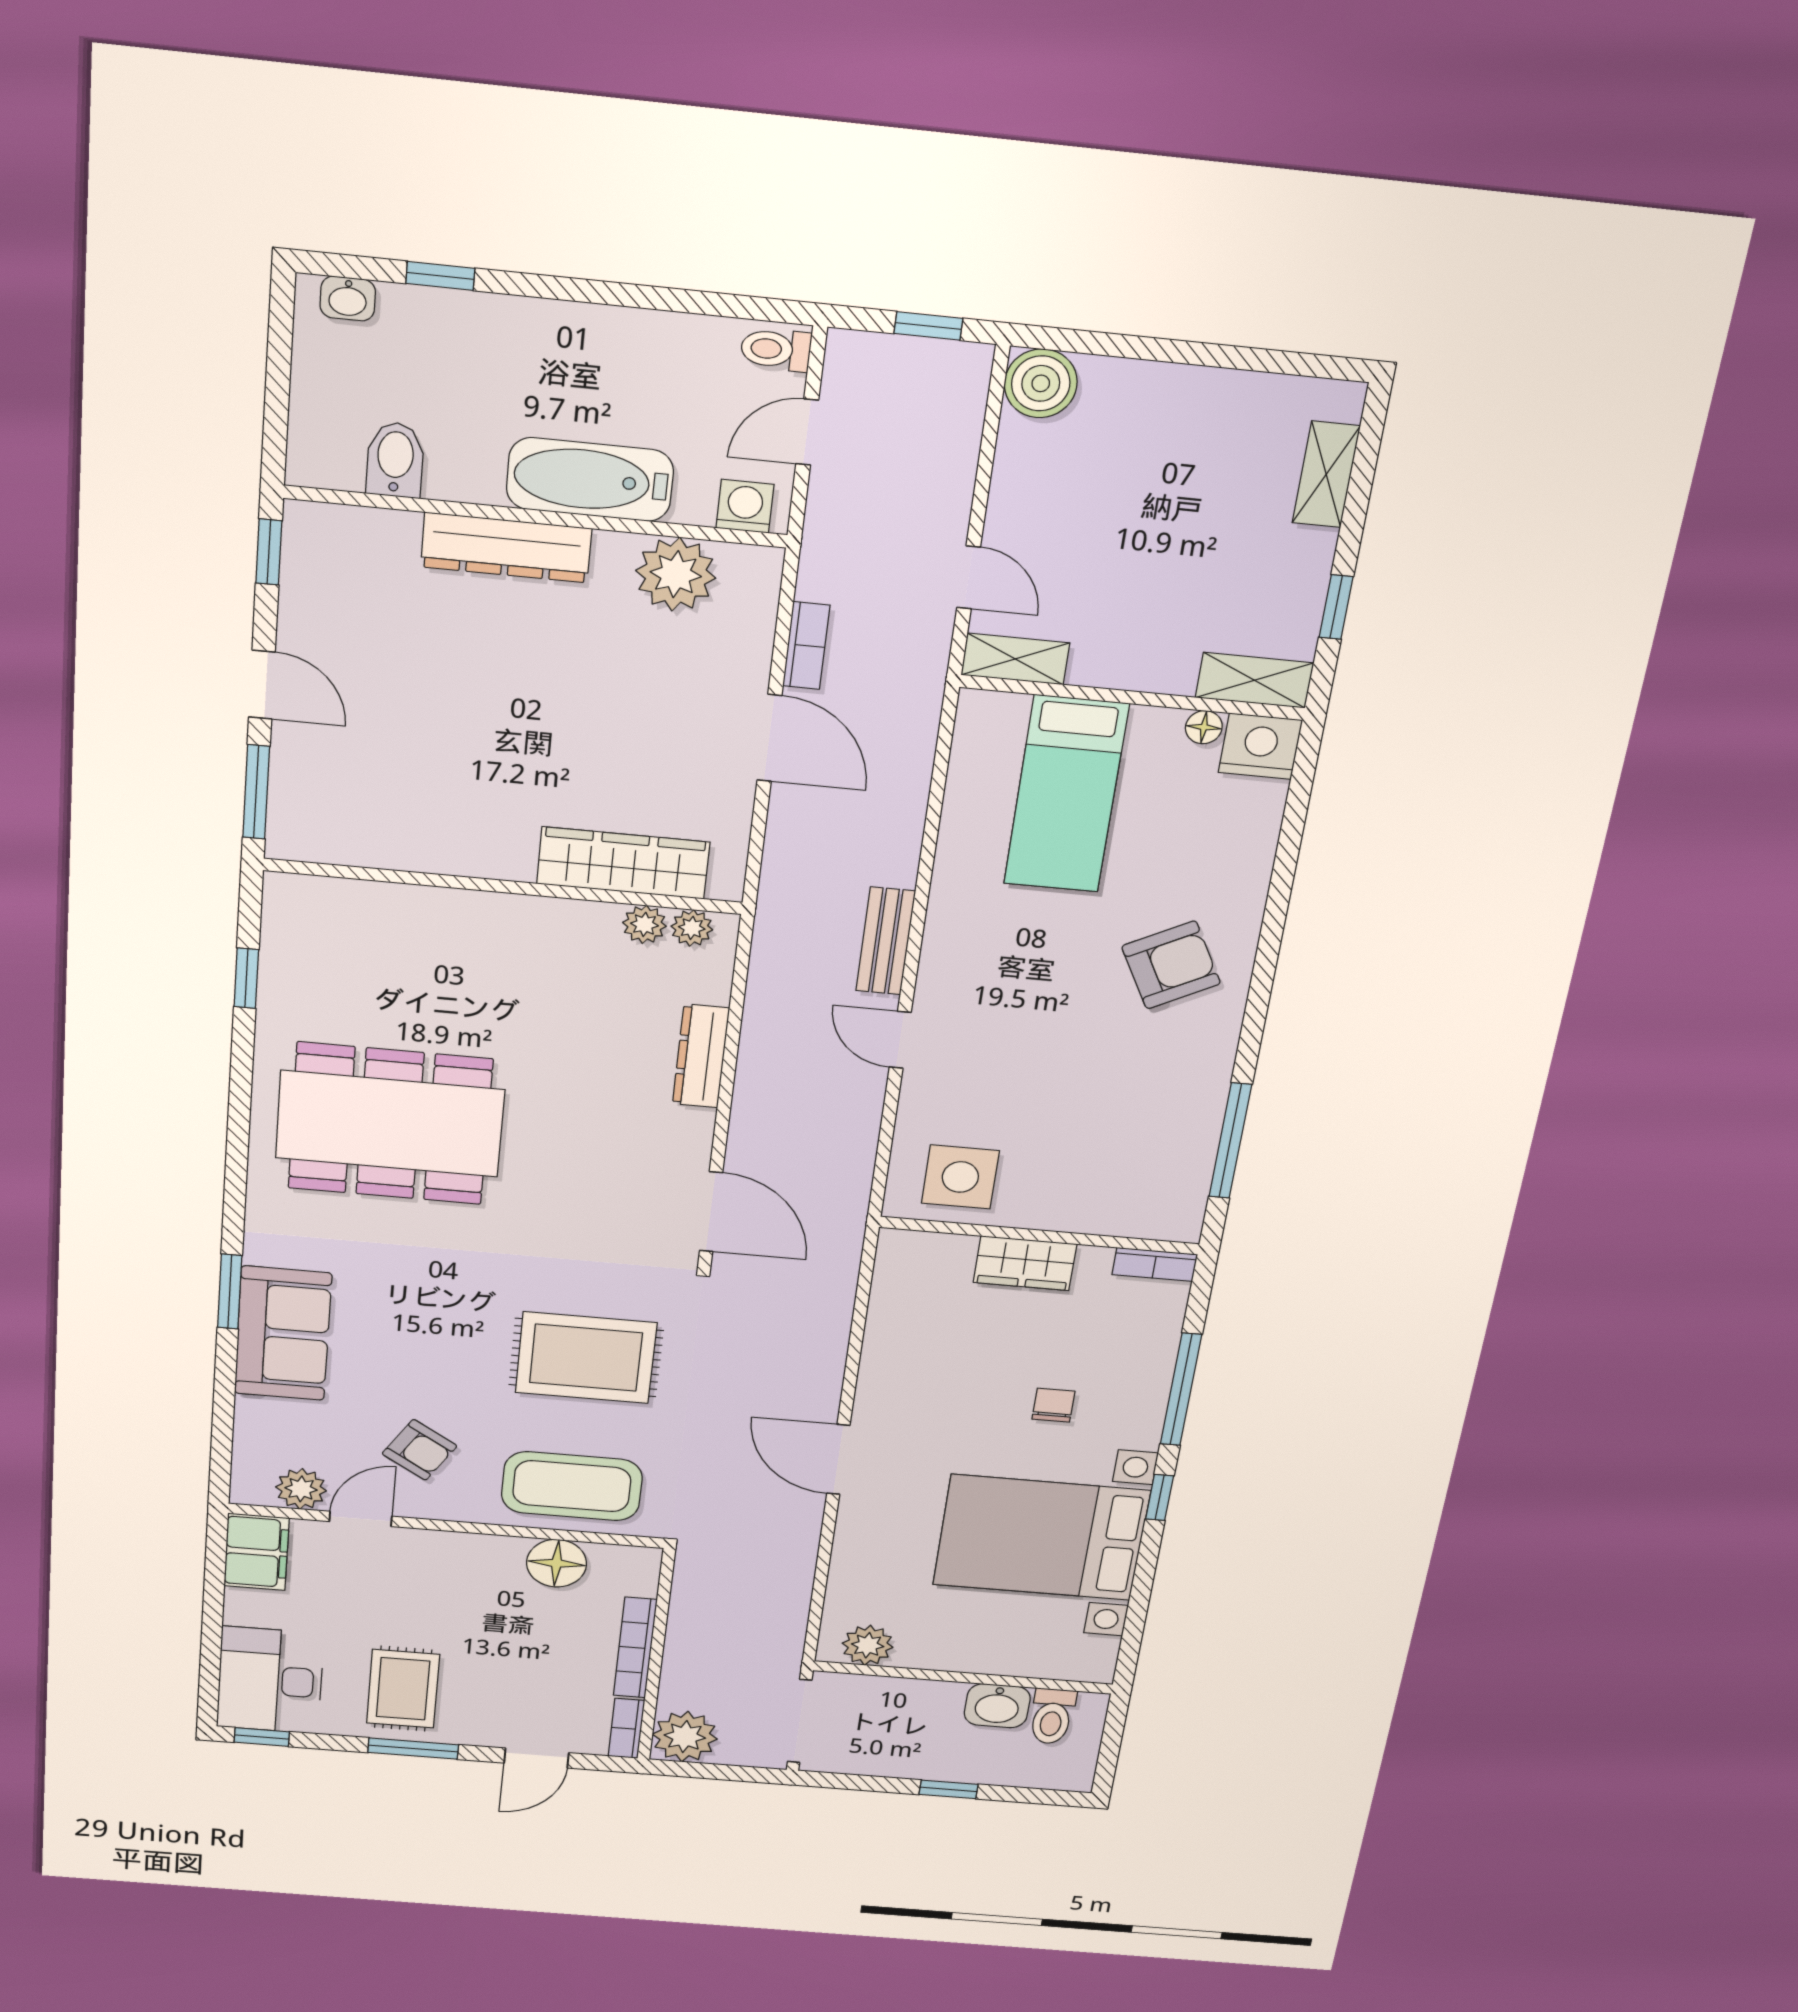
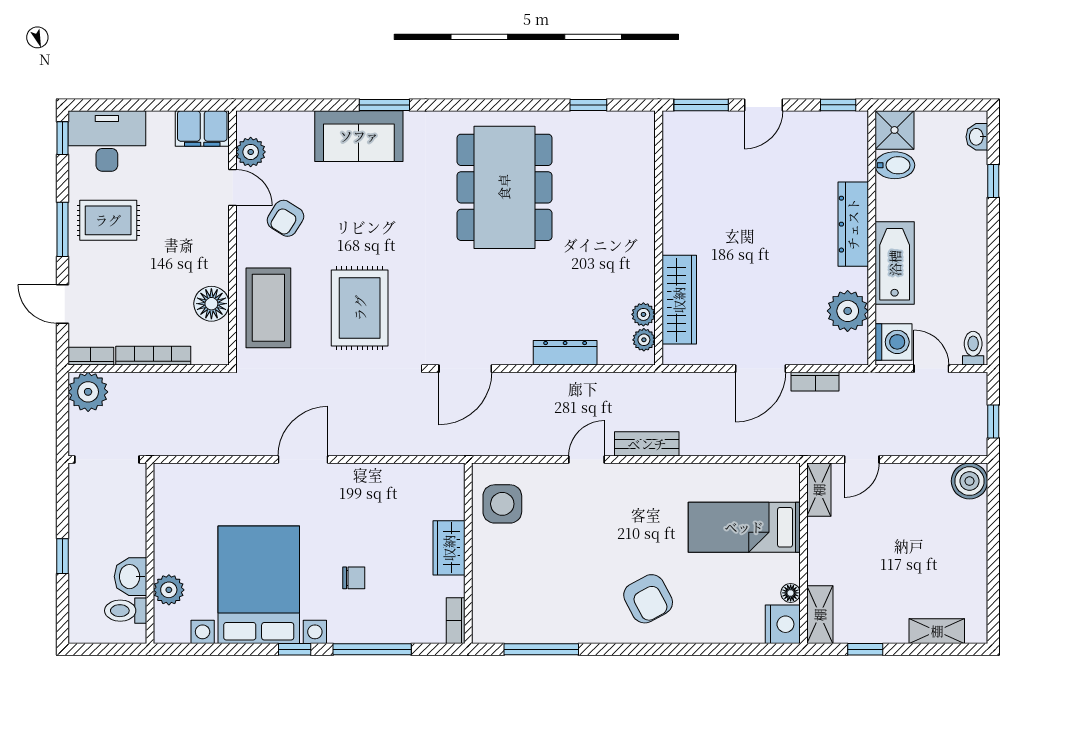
shower: (325, 453) -> (894, 130), added
washing machine: (745, 506) -> (894, 342), width x1.38, depth x1.38
plant: (868, 1645) -> (169, 590), moved

